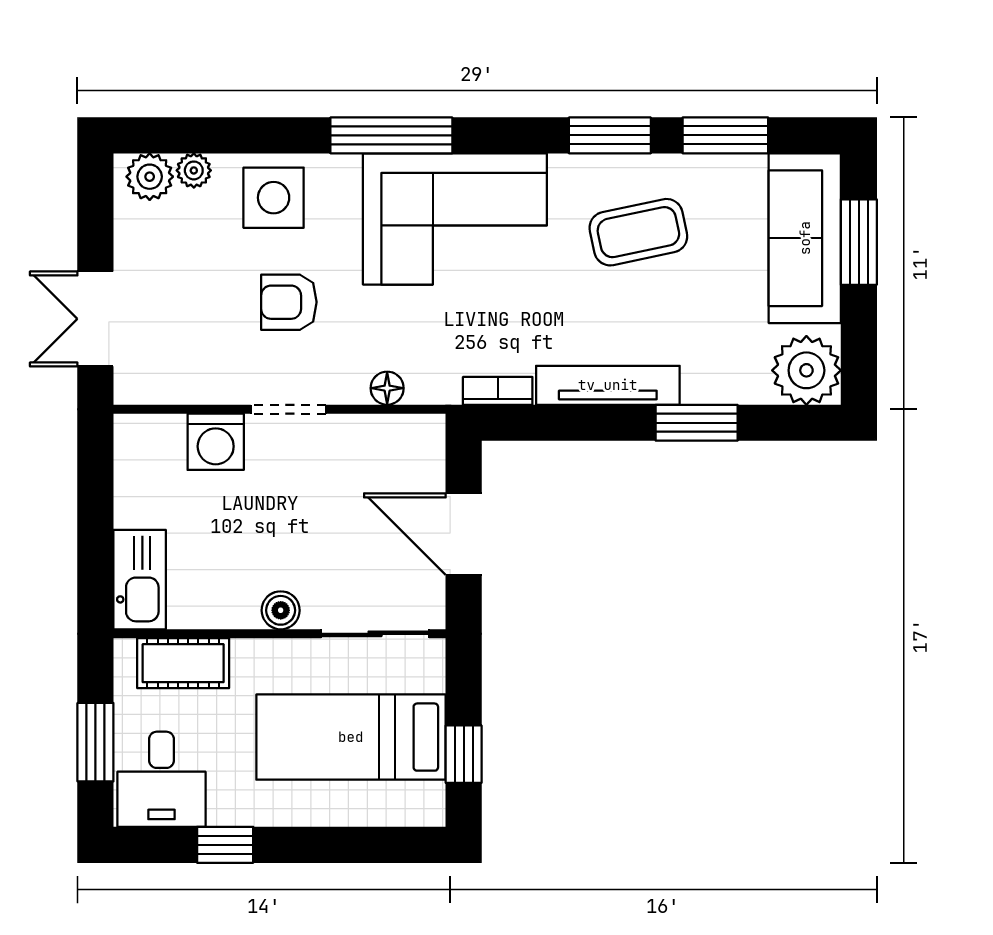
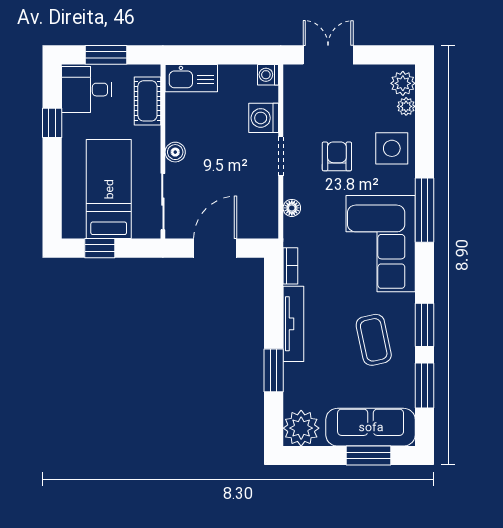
washing machine: (133, 434) -> (268, 75), added

